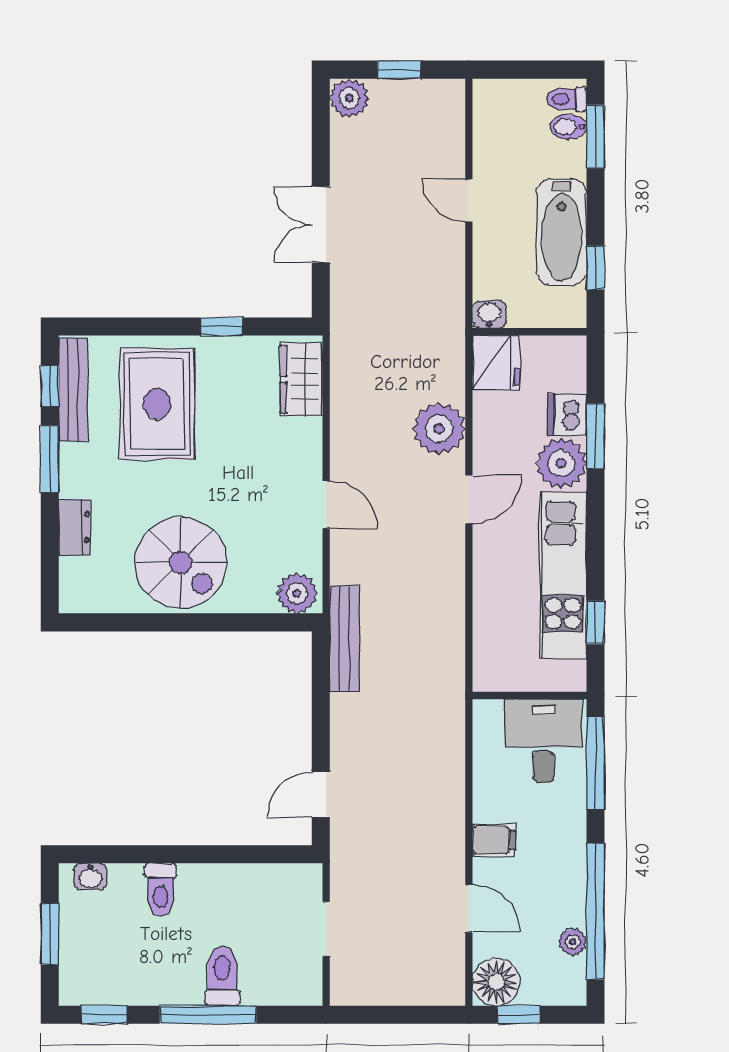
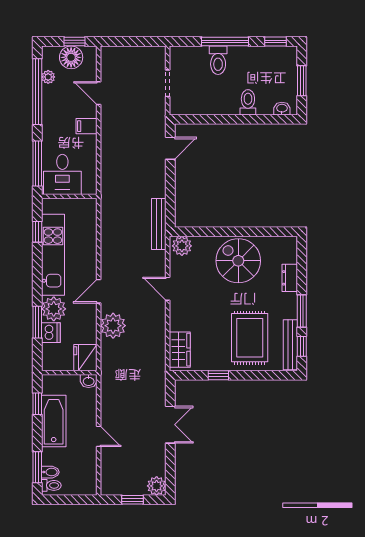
floor lamp: (496, 982) -> (71, 57), moved

